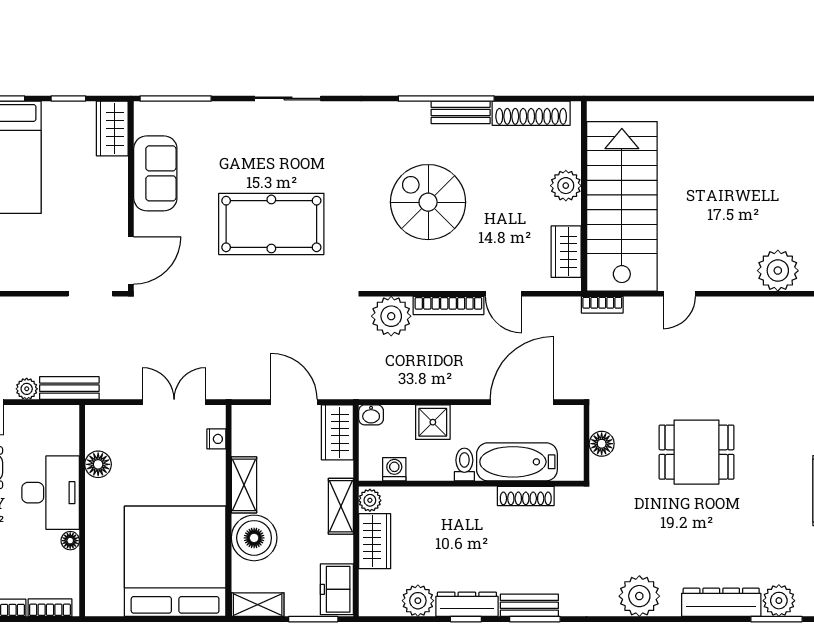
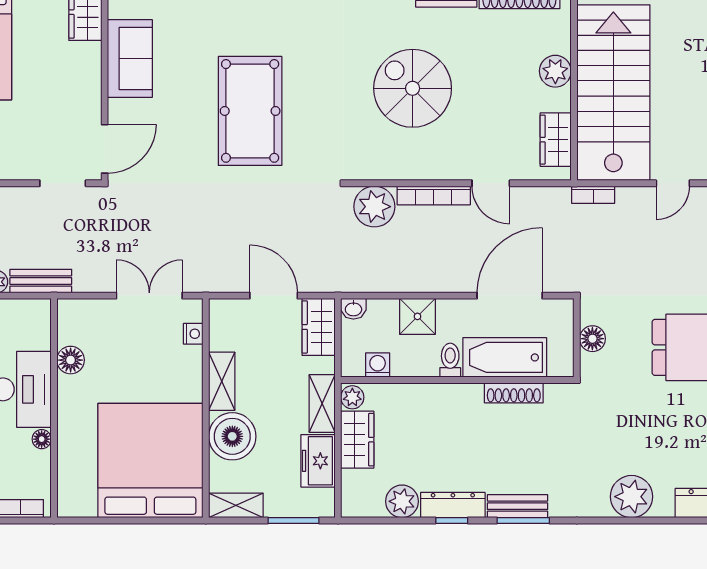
pool table: (271, 224) -> (250, 111), turned 90
freezer: (337, 589) -> (318, 461), moved

